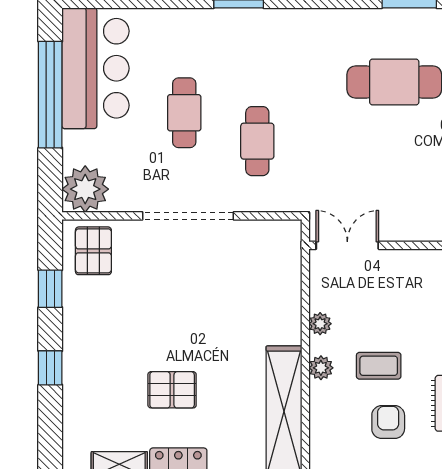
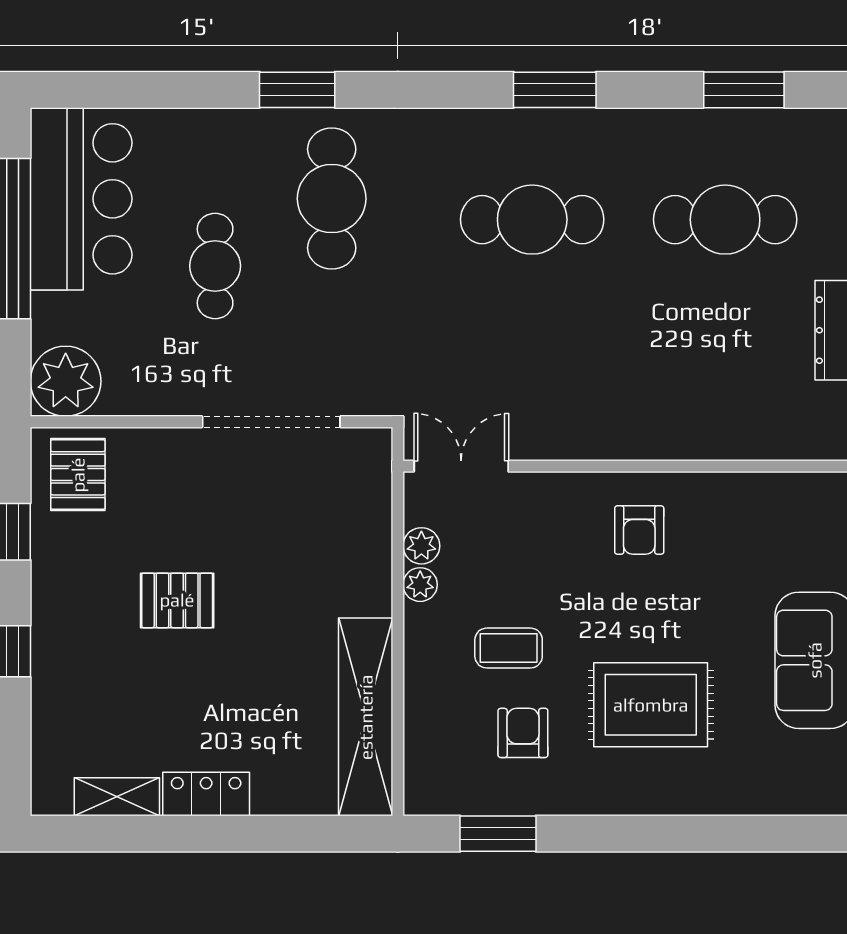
cafe table: (257, 141) -> (332, 199), moved, width x1.37, depth x1.35
doorway: (188, 216) -> (271, 422), moved
plant: (321, 368) -> (421, 546), moved
pallet: (172, 390) -> (177, 600), moved

